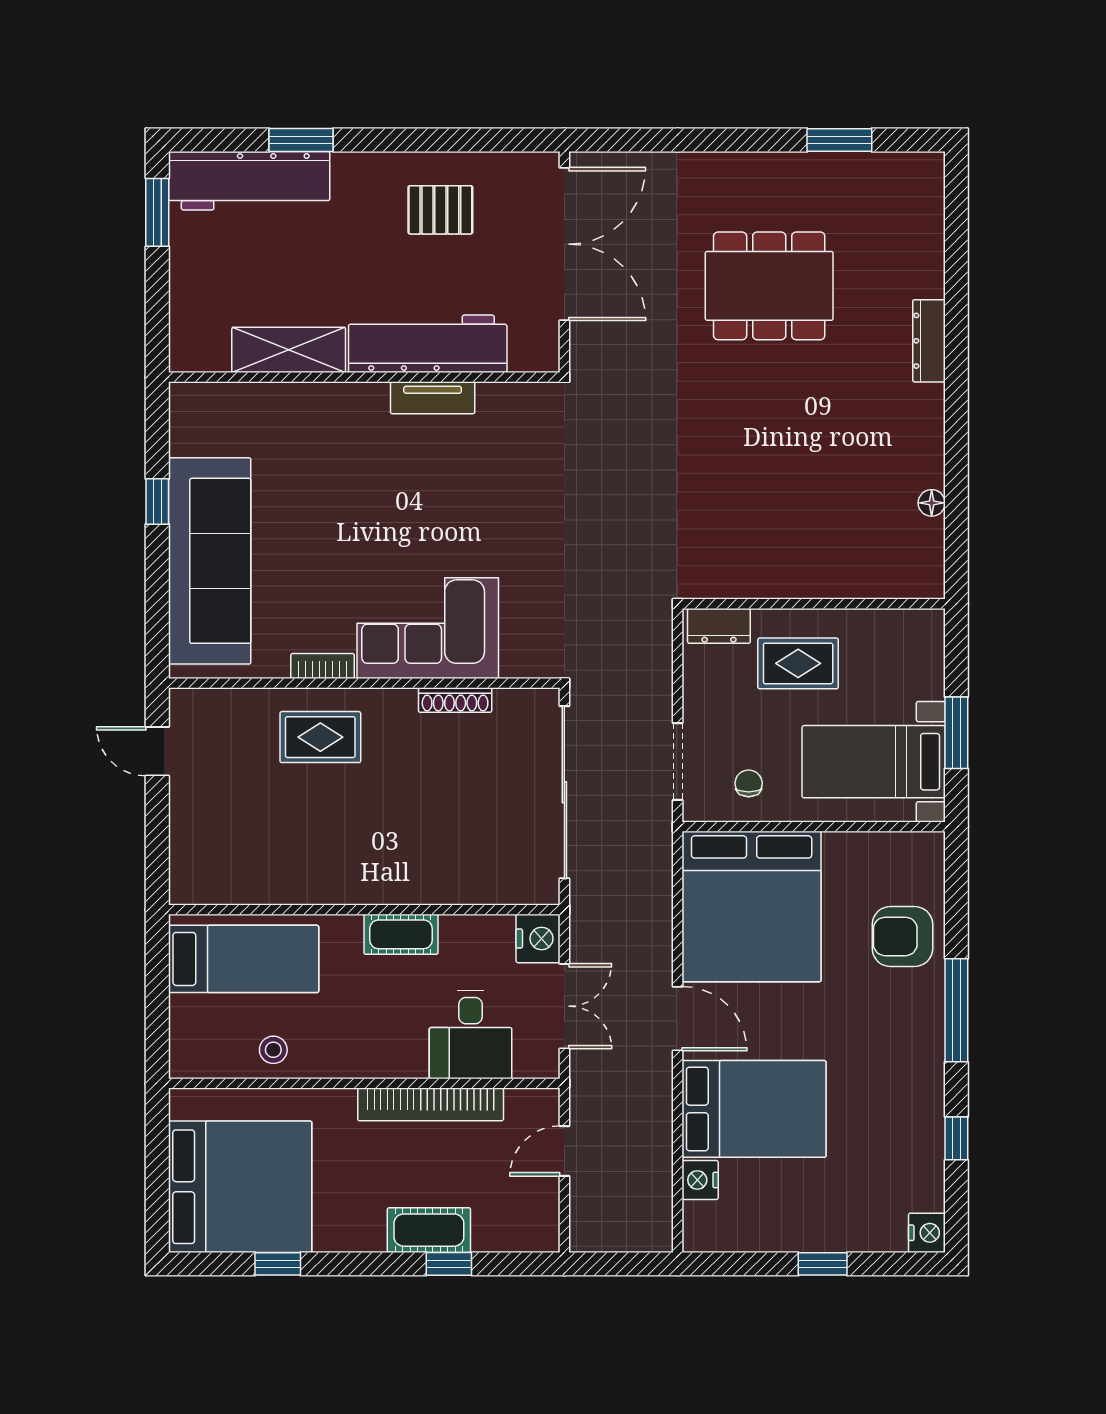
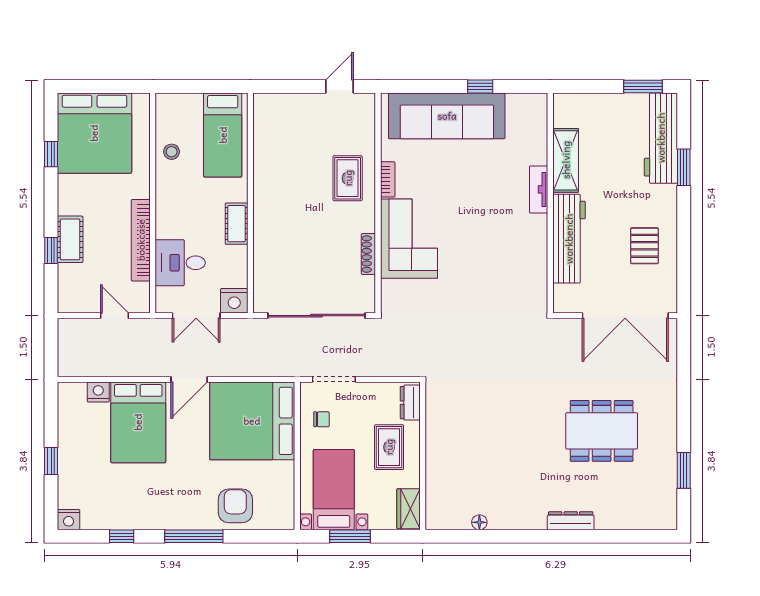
dining table: (769, 286) -> (602, 431), turned 90
tv unit: (433, 398) -> (539, 189), moved
wardrobe: (908, 629) -> (408, 509), added

